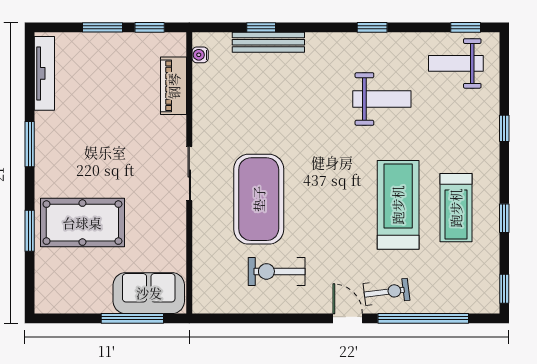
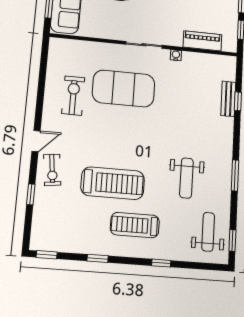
window: (372, 27) -> (235, 175), width x1.50
bench: (268, 42) -> (228, 99), width x0.73
water cooler: (200, 55) -> (176, 55), moved
treadmill: (456, 208) -> (135, 225), moved
window: (423, 318) -> (31, 194), width x0.32

